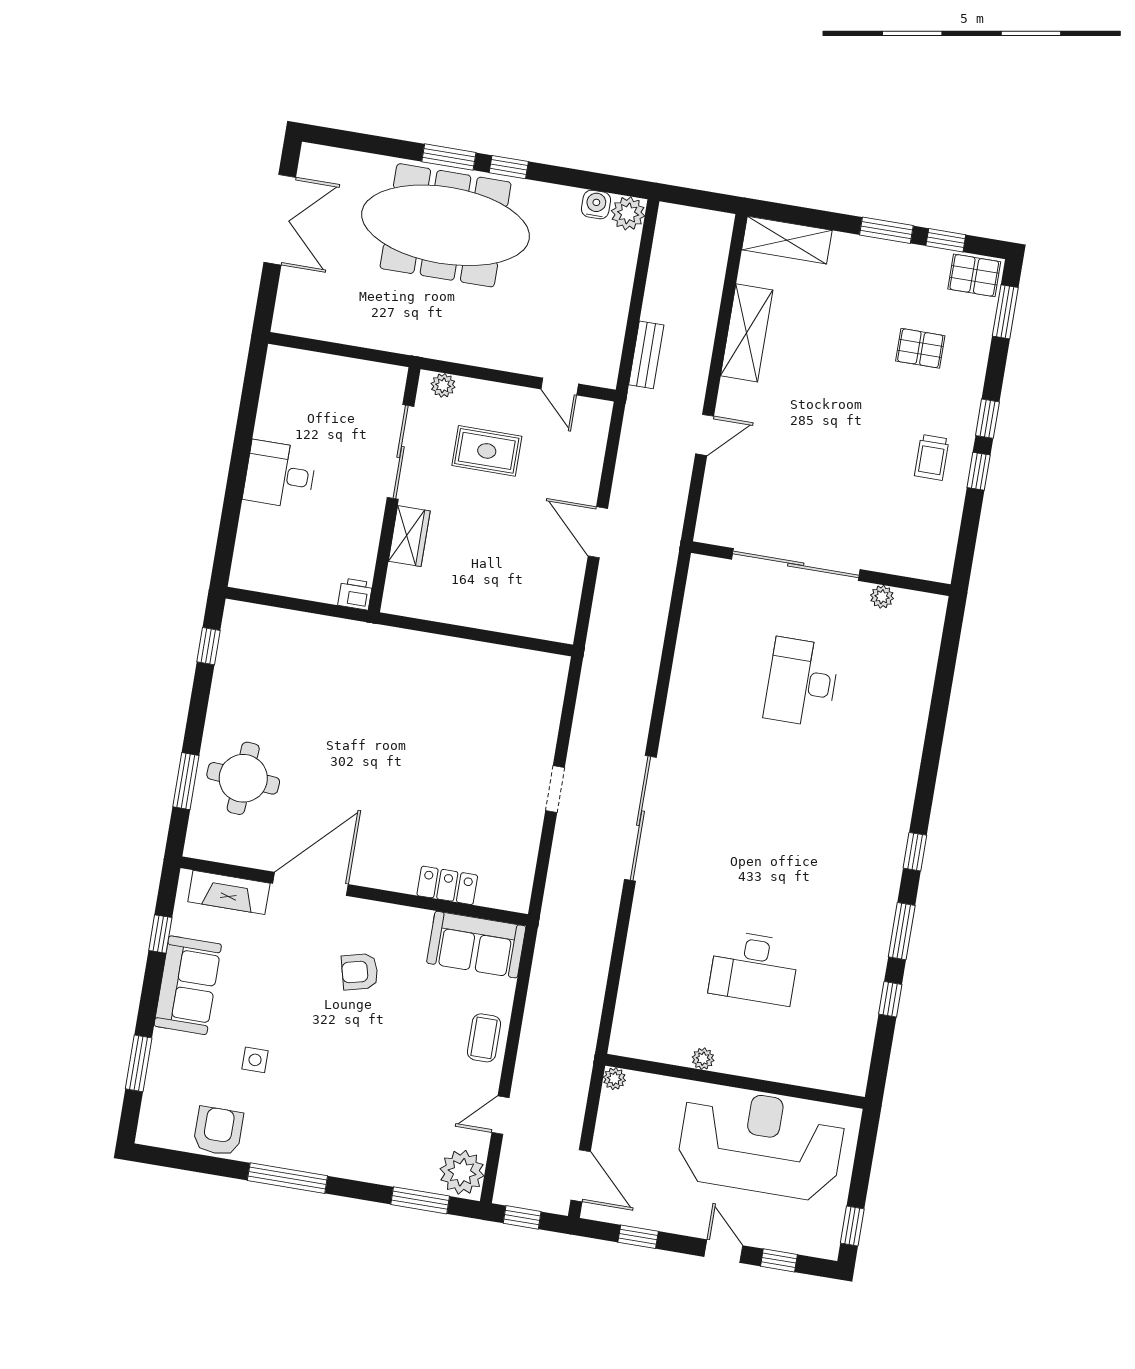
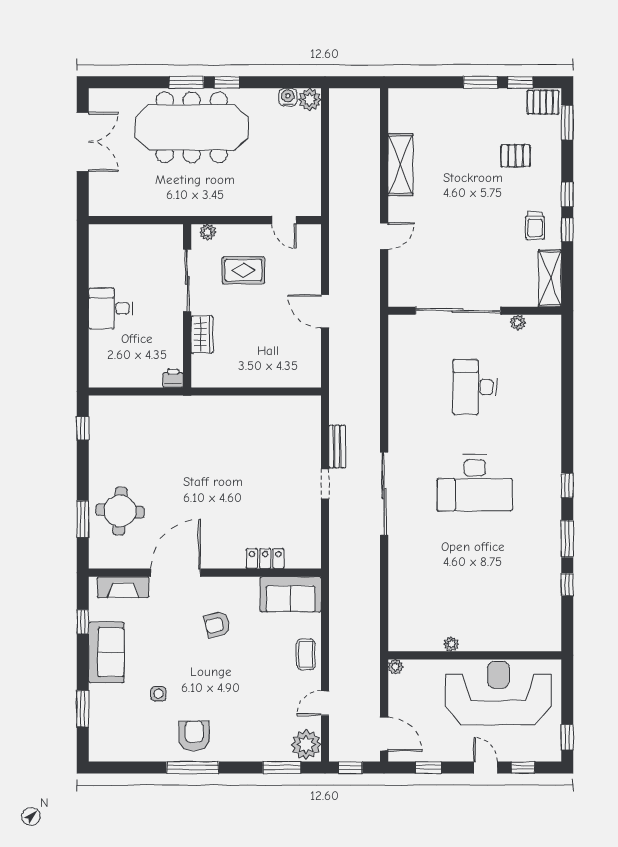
shelving: (787, 240) -> (550, 278), moved, turned 90
bench: (646, 355) -> (337, 447), moved
desk: (754, 968) -> (475, 483), moved, width x1.36, depth x1.30
armchair: (218, 1131) -> (194, 736), moved

